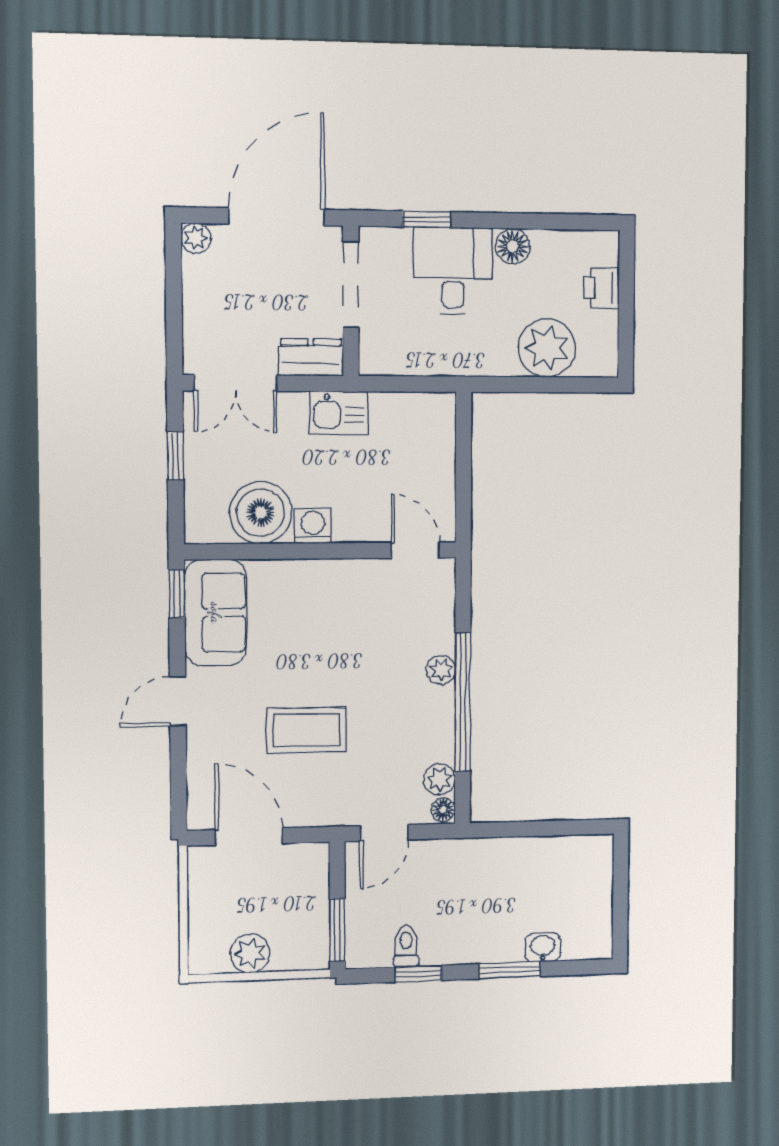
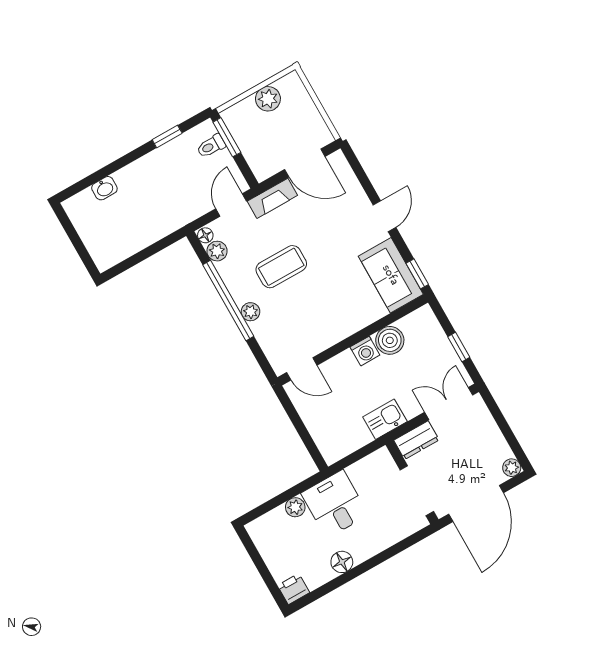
window: (427, 219) -> (396, 549), removed
desk: (453, 271) -> (335, 504), moved, turned 180
printer: (602, 288) -> (294, 589), moved, turned -90
plant: (547, 348) -> (295, 507), width x0.53, depth x0.53
boiler: (261, 513) -> (390, 340), width x0.73, depth x0.73
coffee table: (307, 730) -> (281, 267), moved
fireplace: (322, 811) -> (272, 198), added
toilet: (406, 946) -> (211, 146), moved, turned 90
window: (510, 970) -> (116, 165), removed

